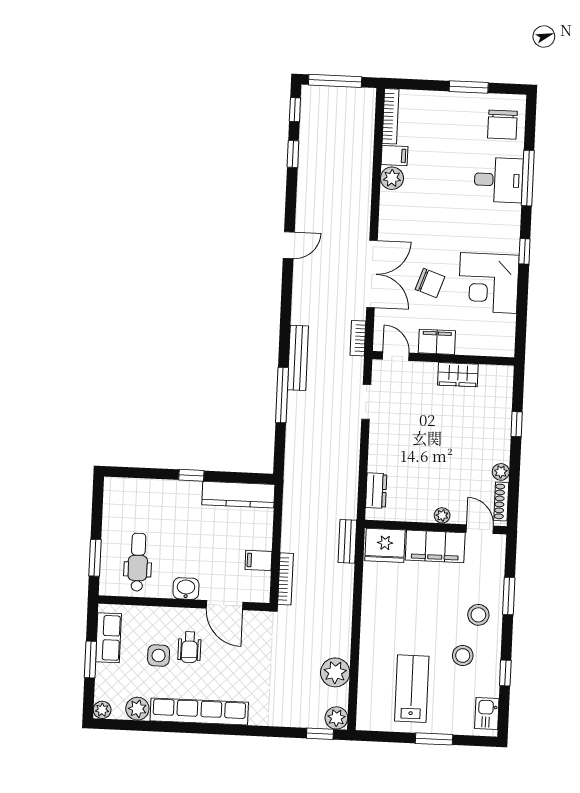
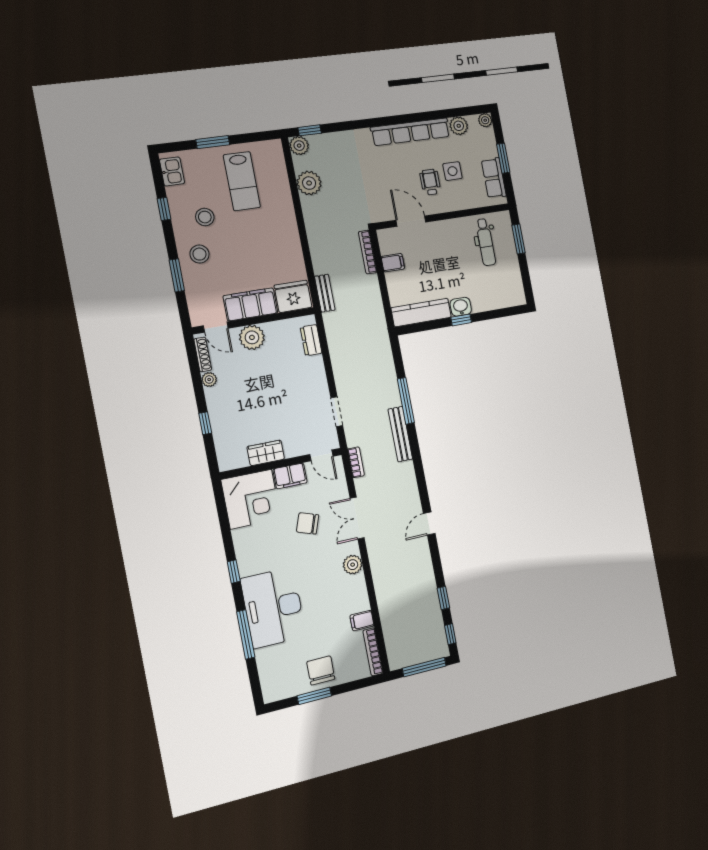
chair: (502, 125) -> (321, 670), moved
plant: (392, 178) -> (353, 565), moved
desk: (499, 180) -> (273, 608), width x1.87, depth x1.30
double door: (372, 274) -> (357, 518), width x0.73
corner desk: (489, 283) -> (251, 499), moved, turned 90
plant: (442, 515) -> (252, 337), width x1.88, depth x1.88
washbasin: (186, 589) -> (461, 307), moved, turned 180

